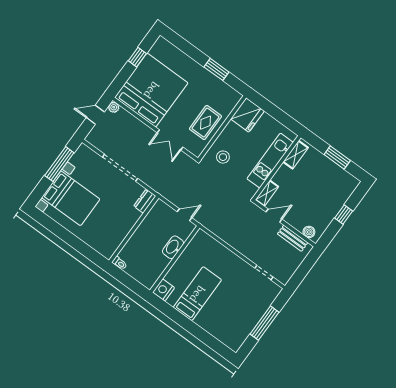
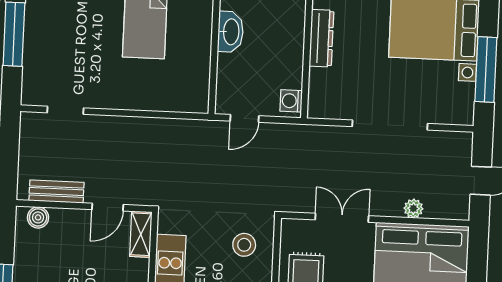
plant: (114, 107) -> (413, 208), moved
dresser: (145, 201) -> (321, 38), moved, width x1.44
washing machine: (158, 209) -> (291, 101), added
washbasin: (173, 247) -> (230, 32), moved

